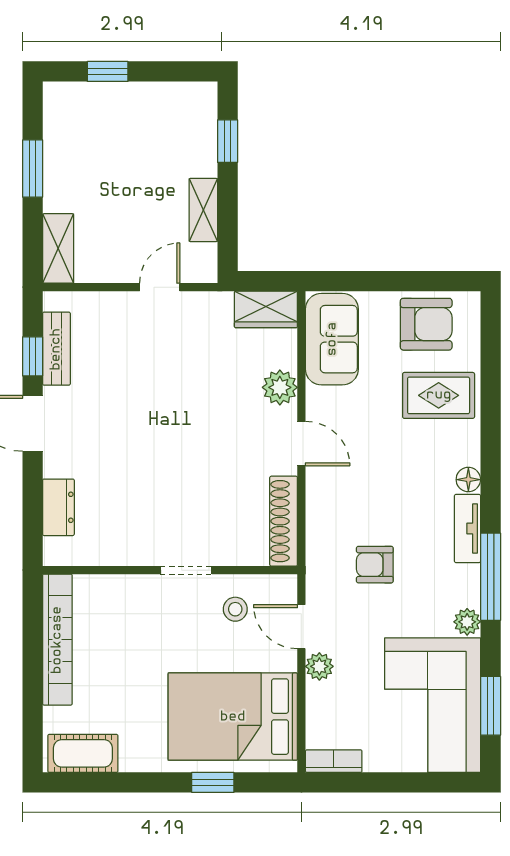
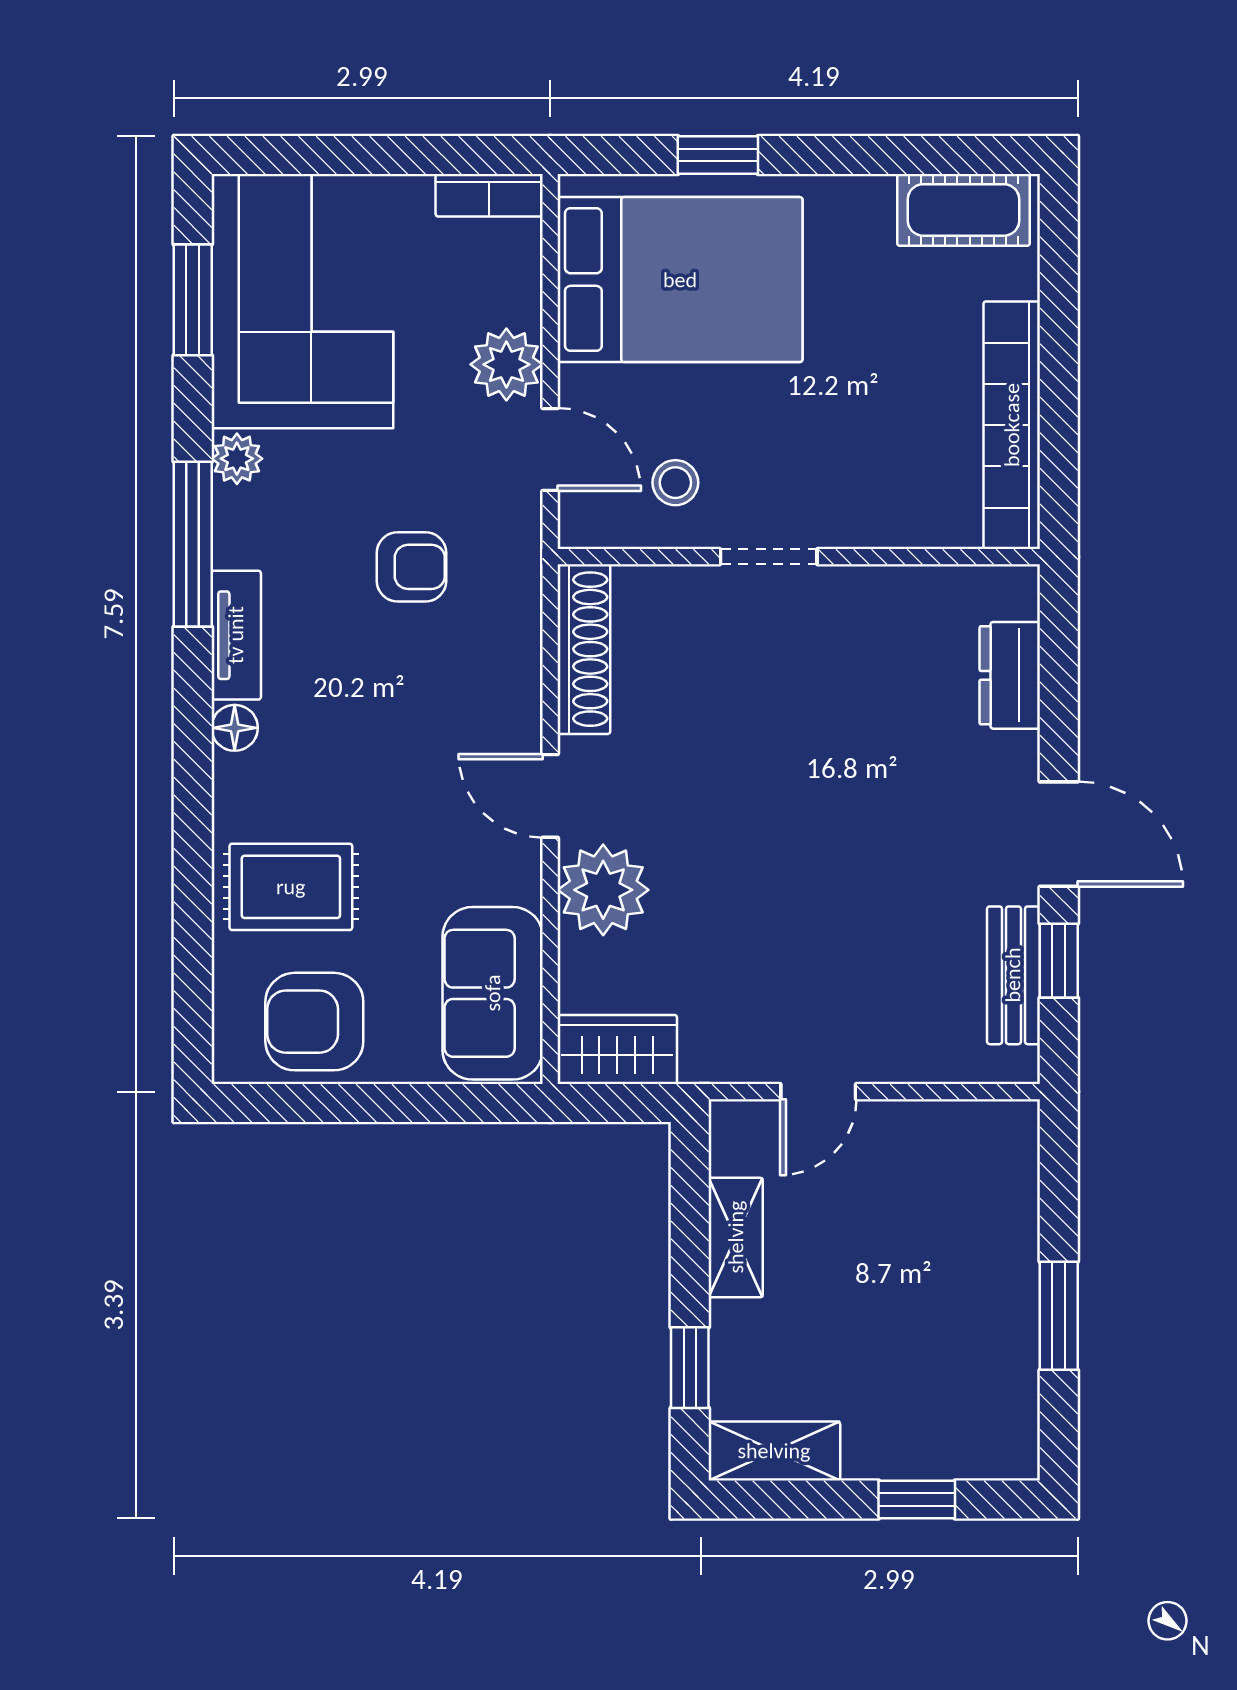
shelving: (58, 248) -> (774, 1451), moved, turned 90
plant: (280, 387) -> (603, 890), width x1.36, depth x1.36
plant: (319, 666) -> (506, 364), width x1.38, depth x1.38

